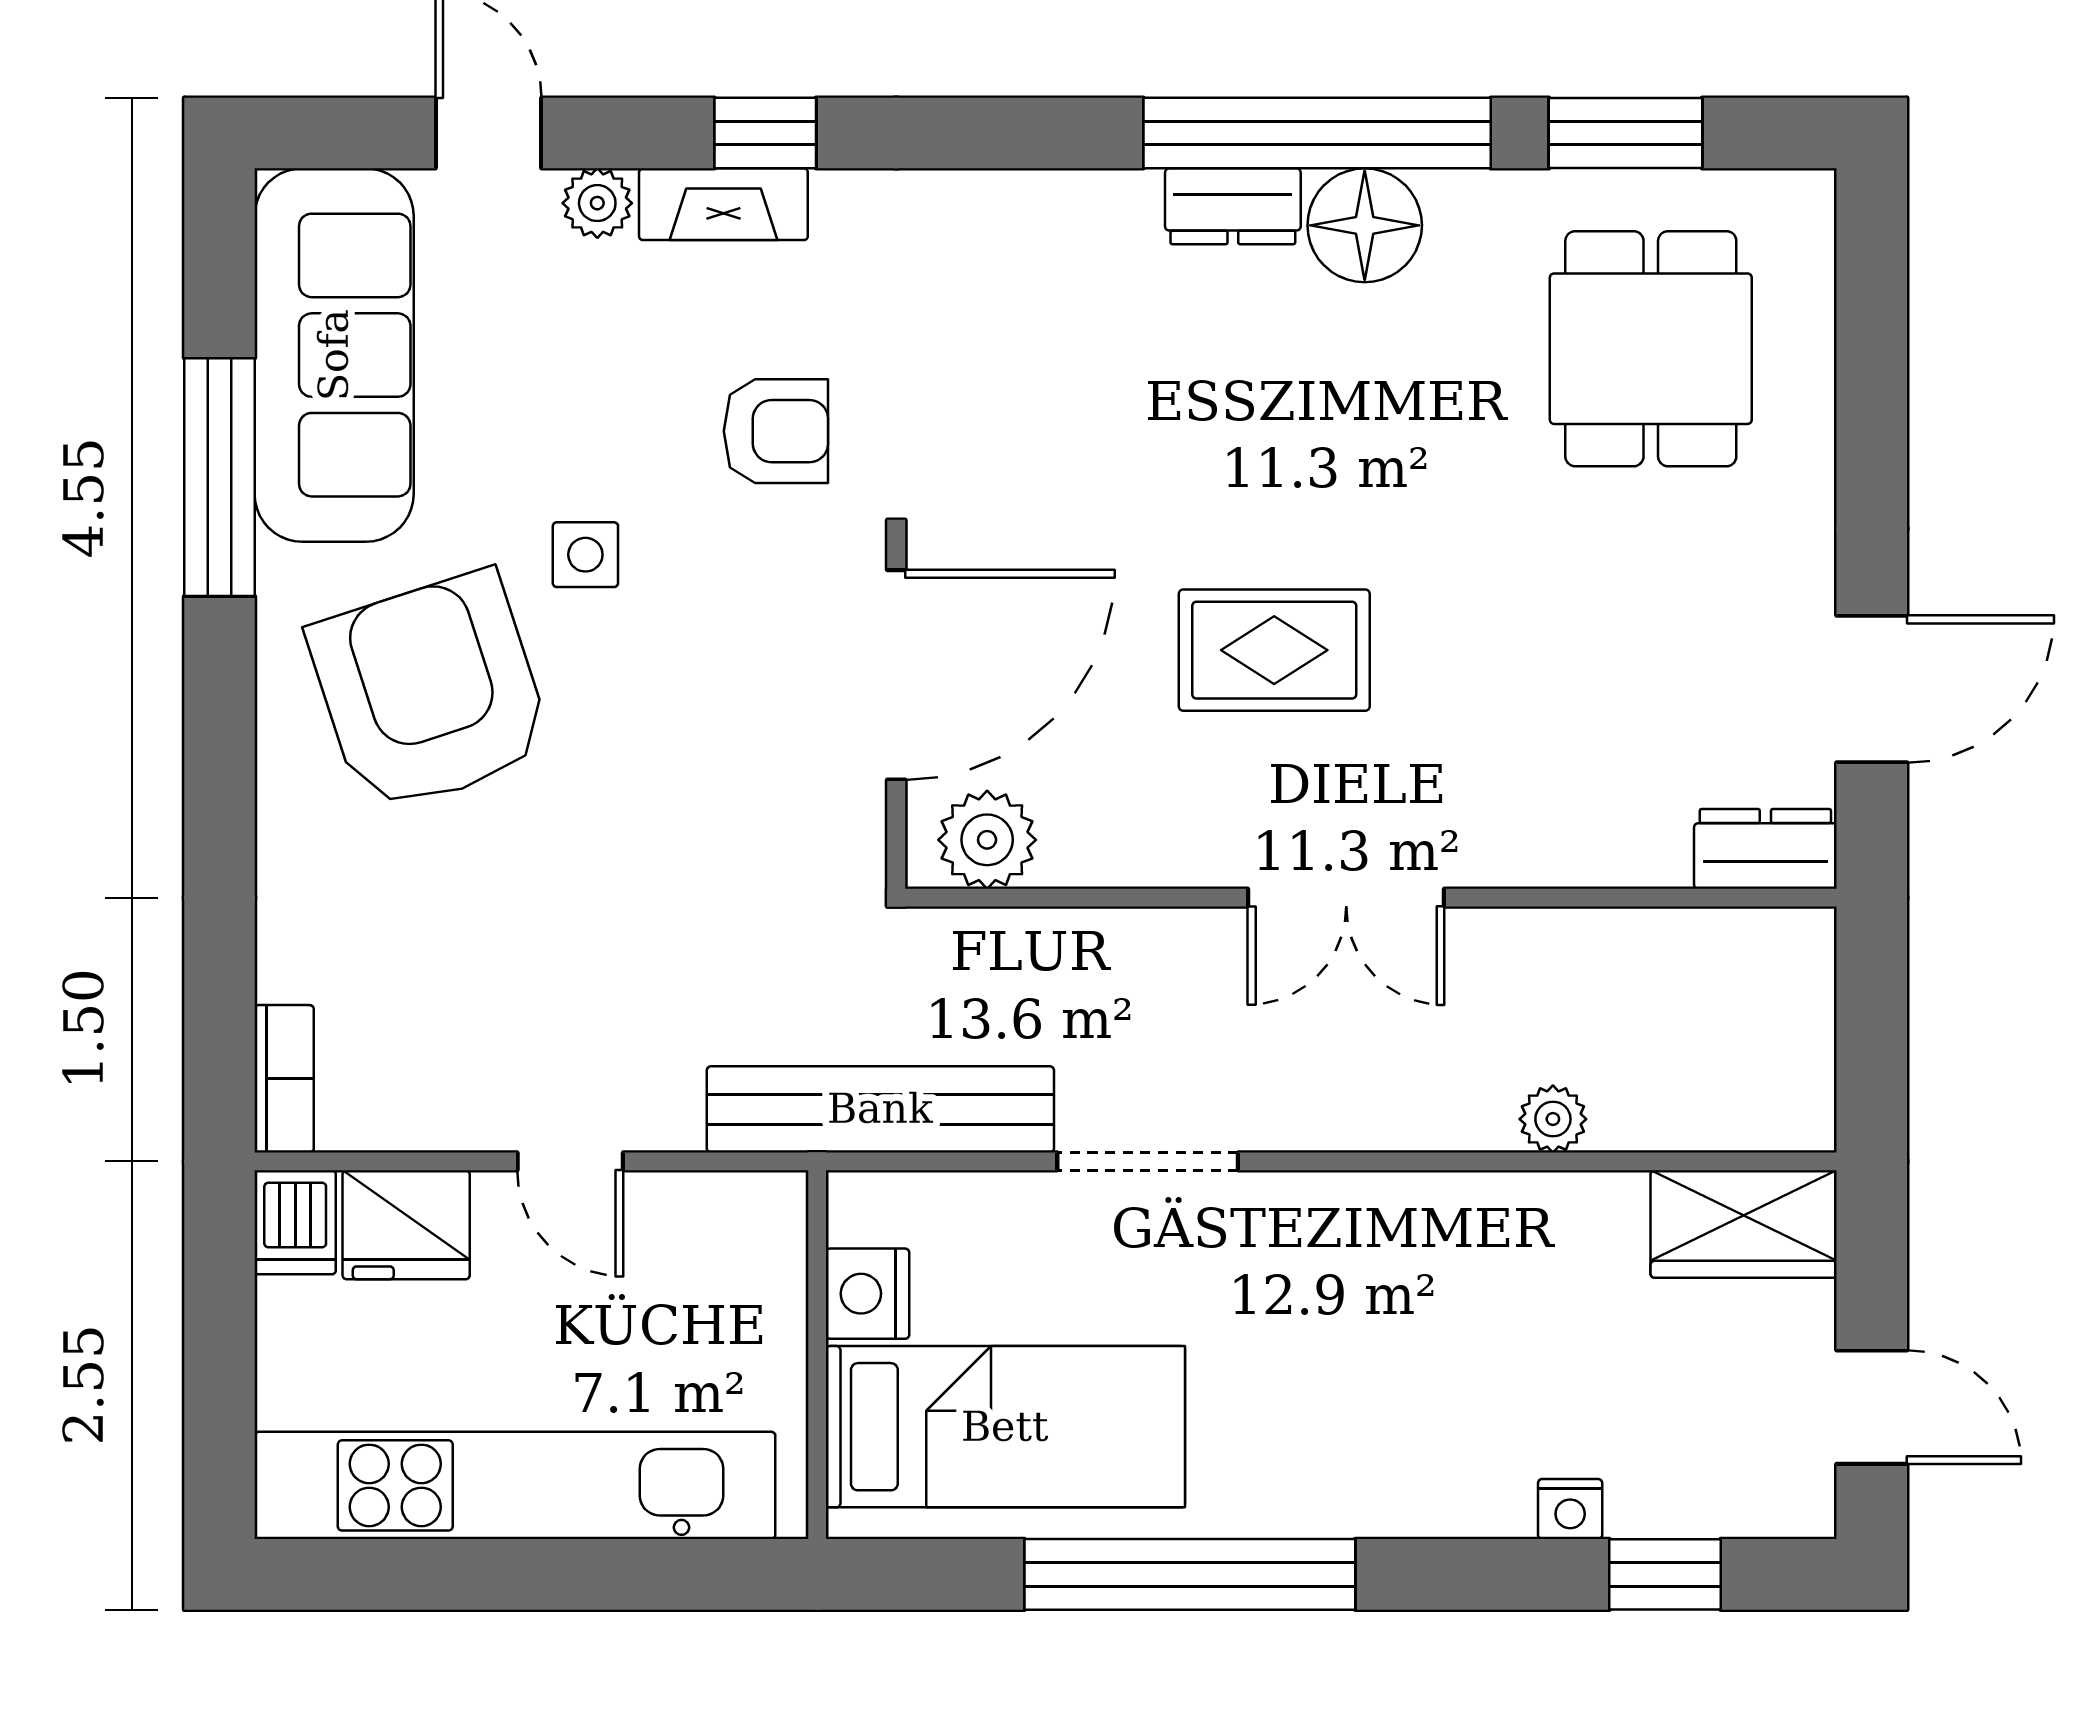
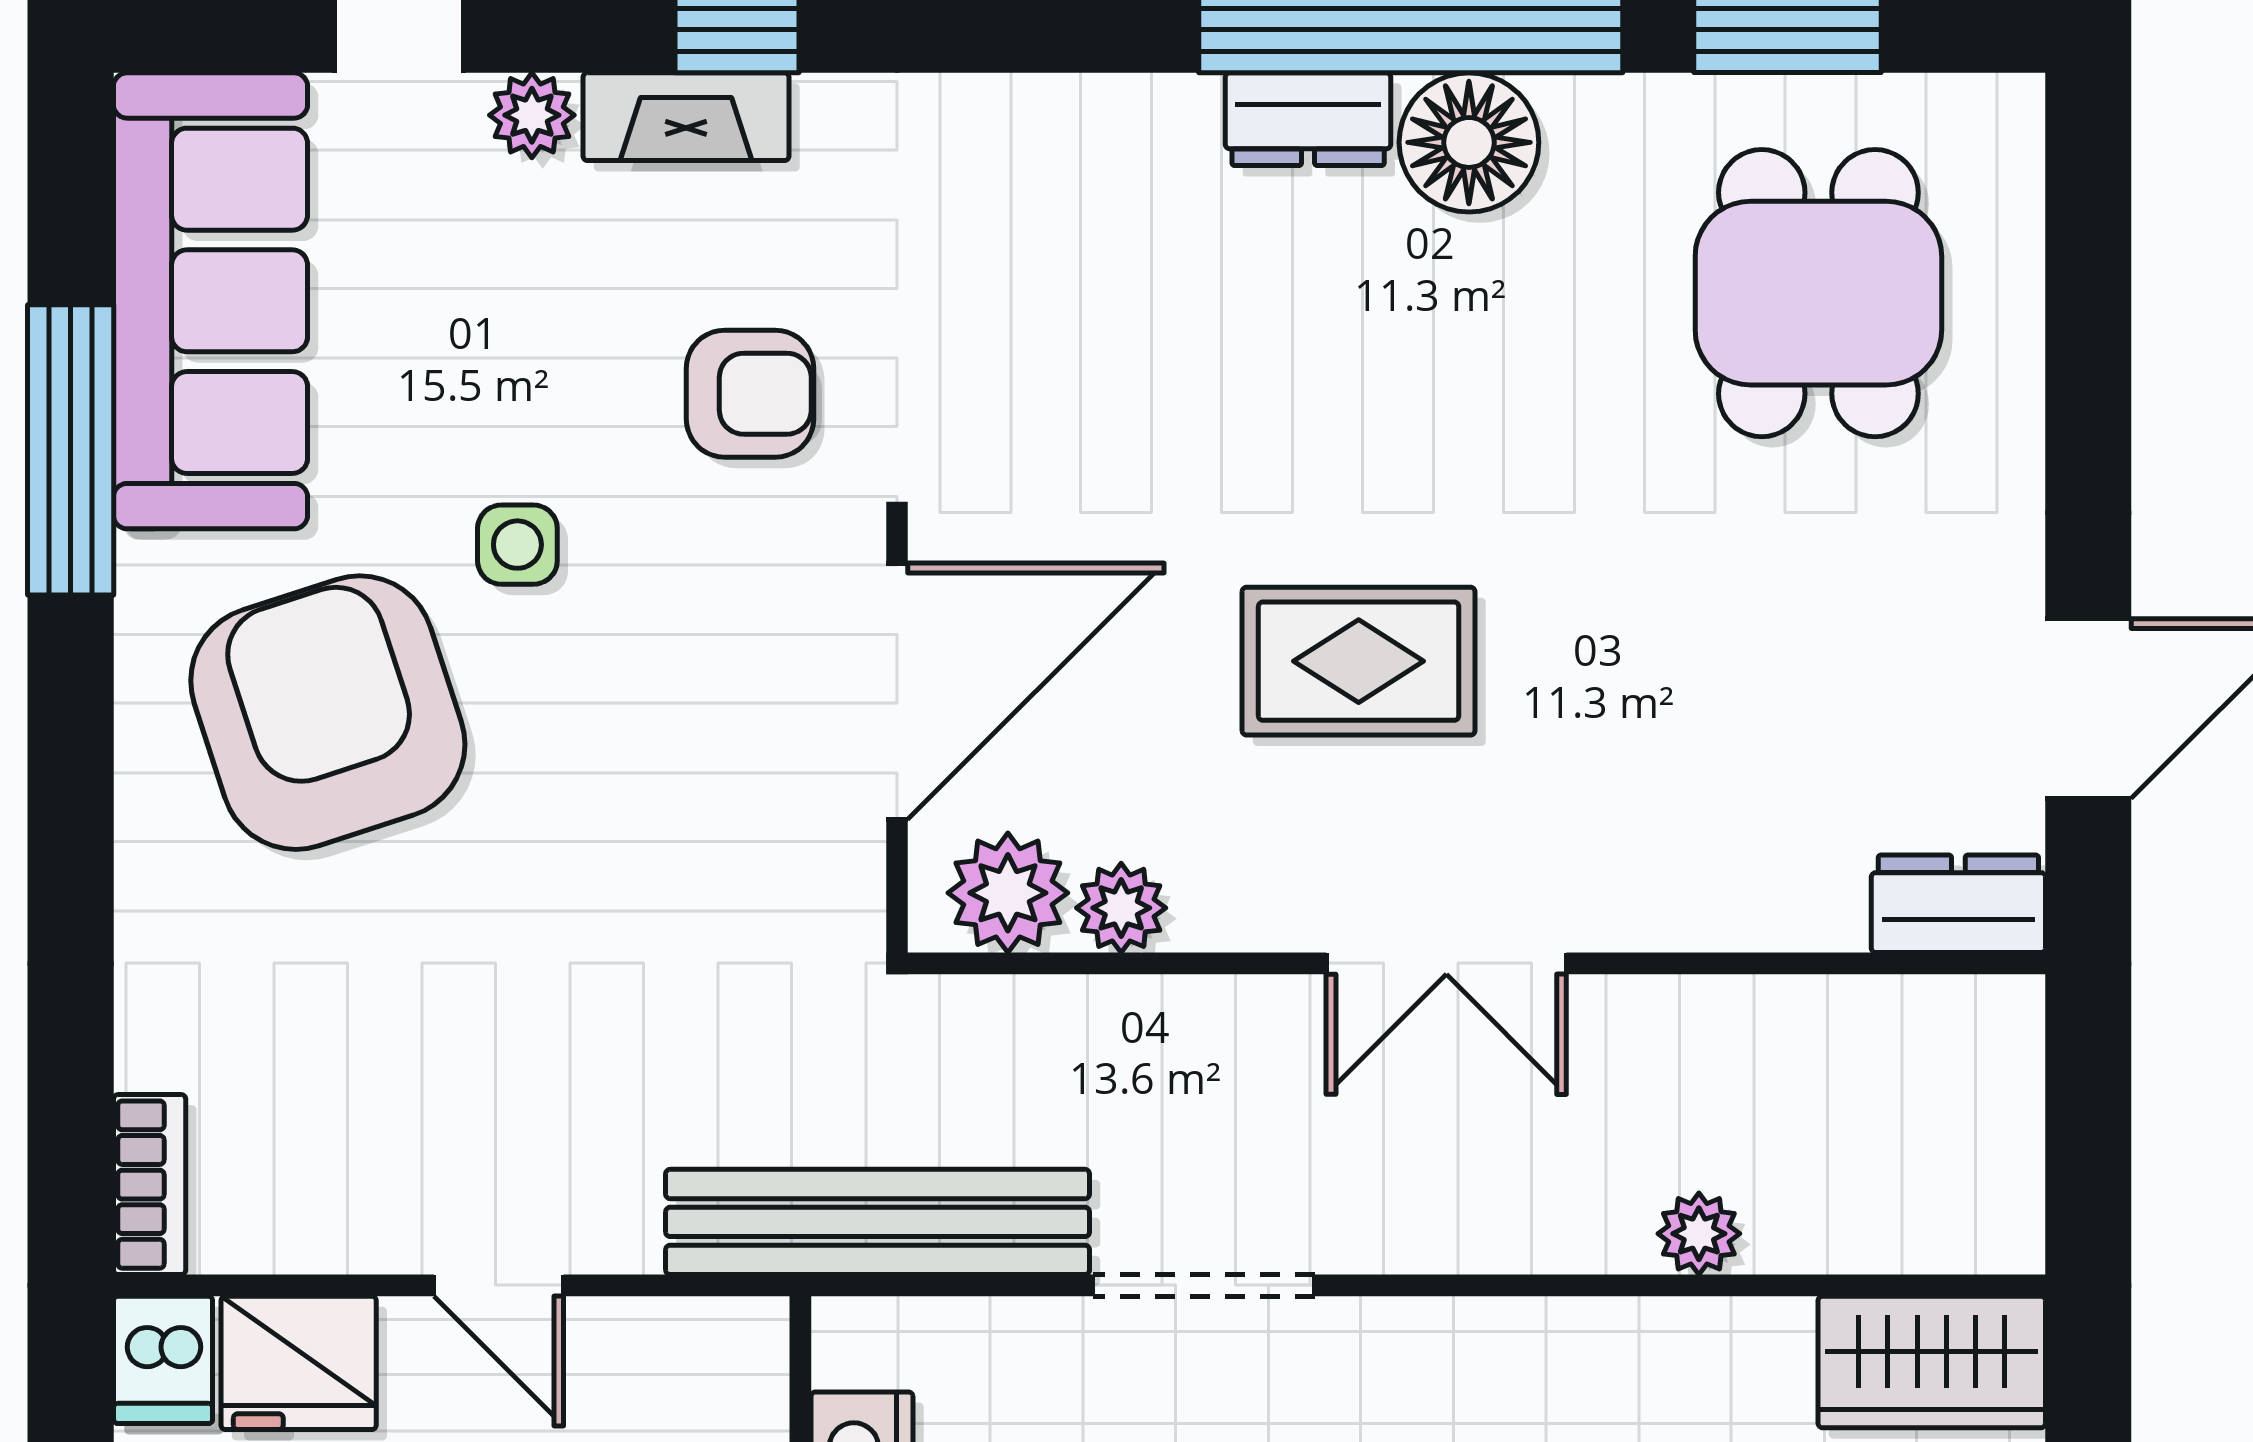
plant: (1080, 852) -> (1121, 908), added

